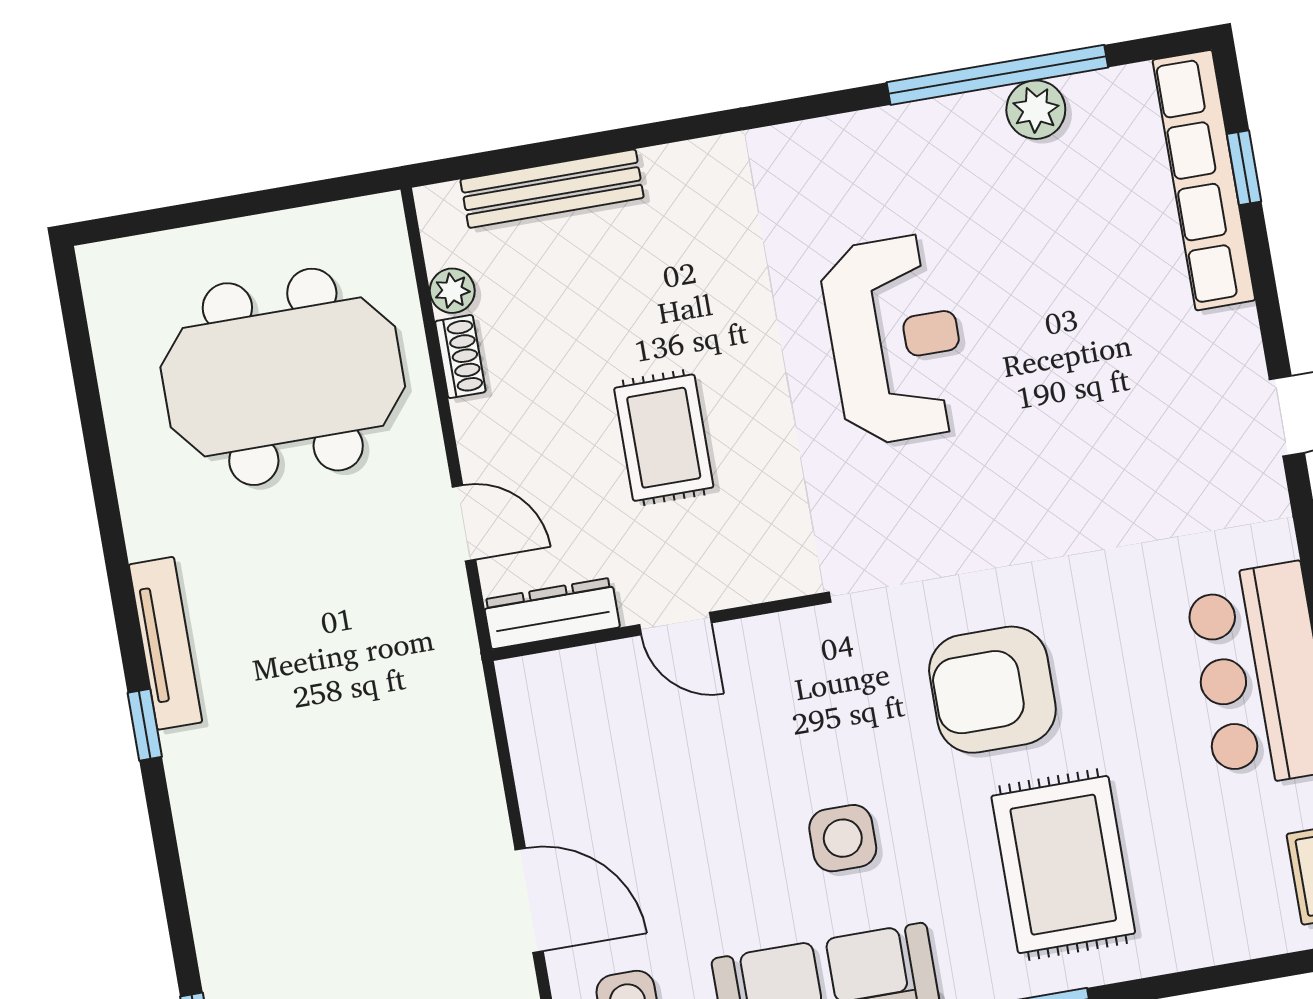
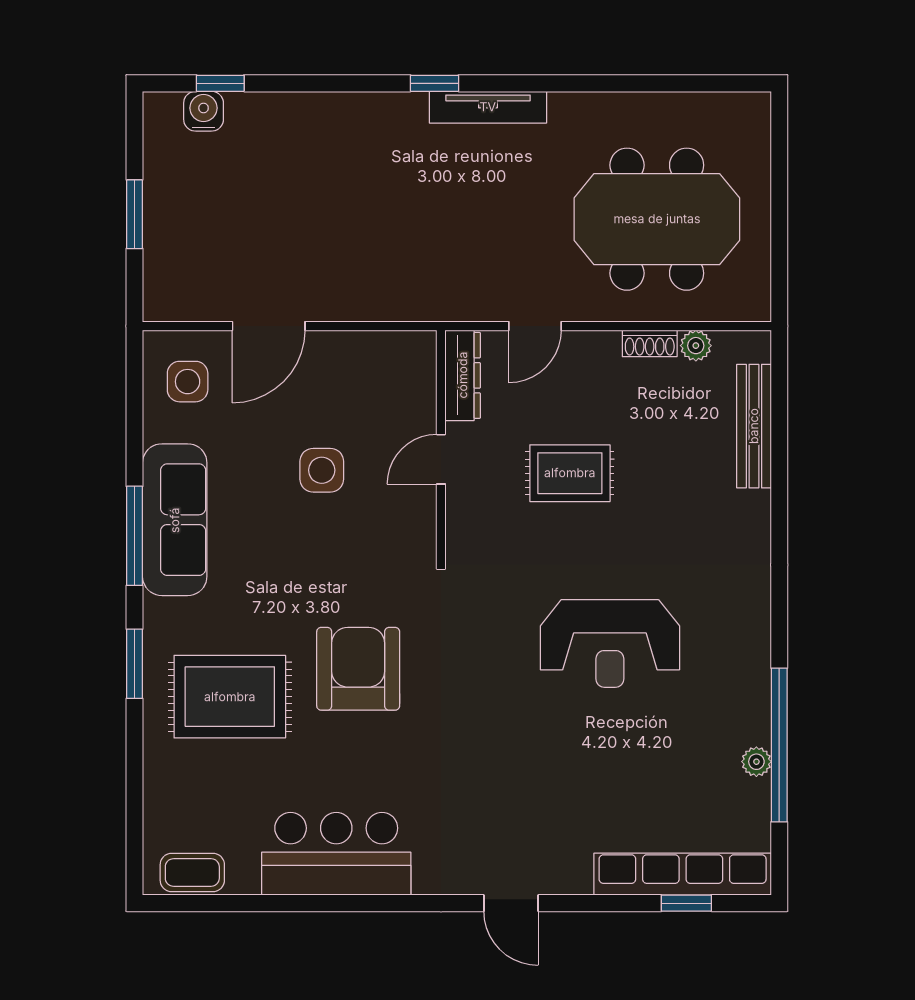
plant: (1036, 110) -> (756, 762), width x0.73, depth x0.73
meeting table: (283, 377) -> (657, 219), turned 90
side table: (843, 838) -> (322, 470), moved

